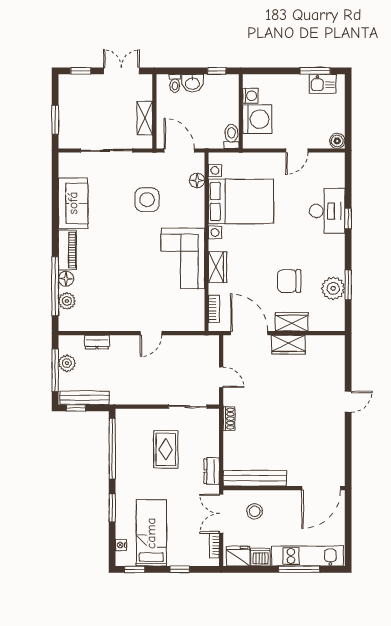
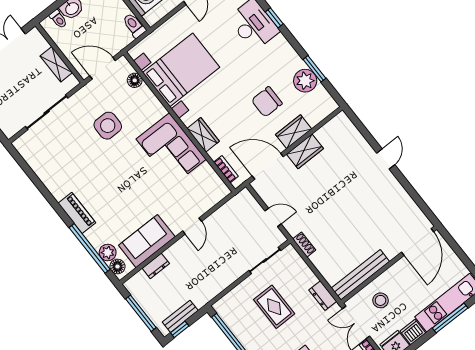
sofa: (73, 203) -> (147, 241), moved, turned -90
floor lamp: (66, 279) -> (117, 266), moved
plant: (67, 363) -> (145, 300), removed
bench: (85, 398) -> (180, 316), width x0.73

